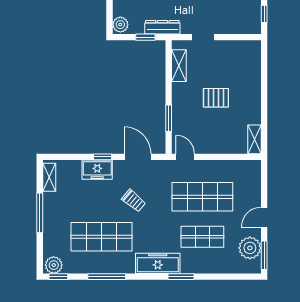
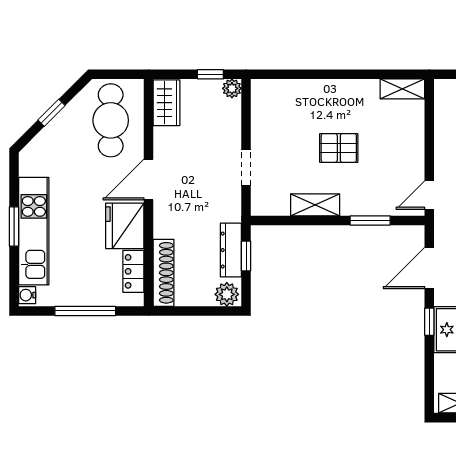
dresser: (162, 27) -> (231, 250), moved
plant: (255, 28) -> (232, 88), added
shelving: (179, 66) -> (315, 205), moved
pallet: (216, 98) -> (339, 148), turned 90

